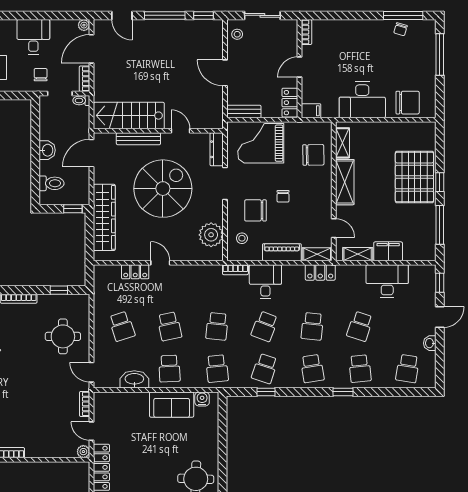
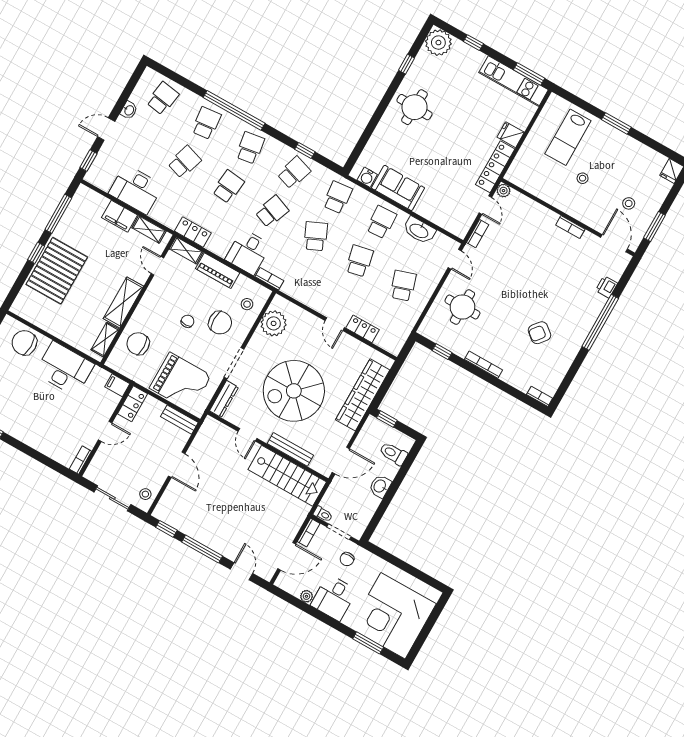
plant: (84, 25) -> (306, 596), moved
school desk: (217, 326) -> (316, 236), turned -30
window: (343, 392) -> (234, 110), width x3.17

